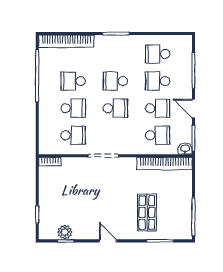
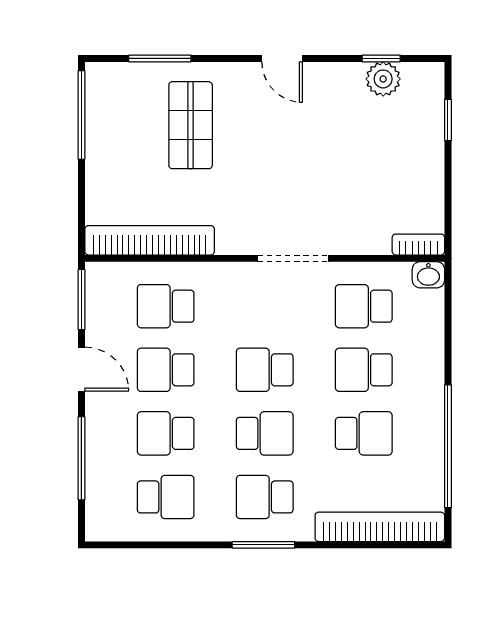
school desk: (115, 54) -> (265, 497), added
school desk: (158, 81) -> (166, 433), turned 180
washbasin: (185, 149) -> (428, 275), moved

